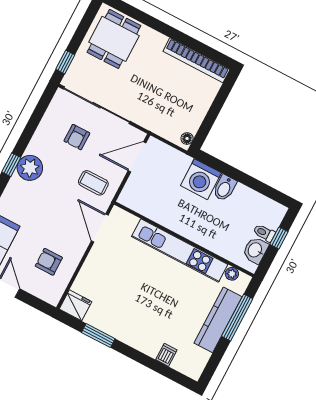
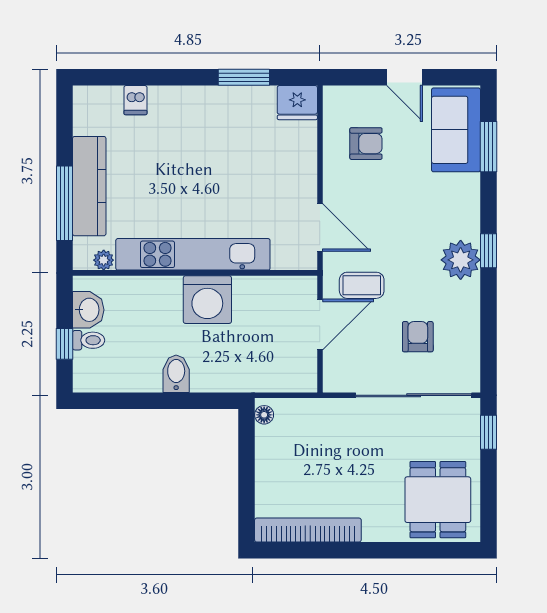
door: (137, 157) -> (320, 325), moved
washing machine: (201, 179) -> (207, 300), moved, turned 180

